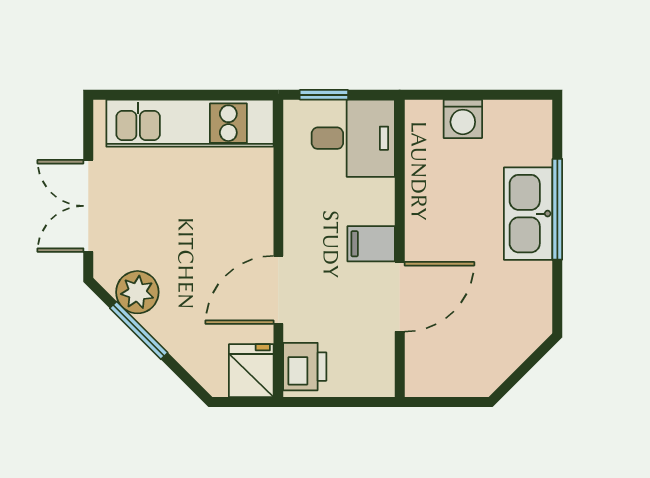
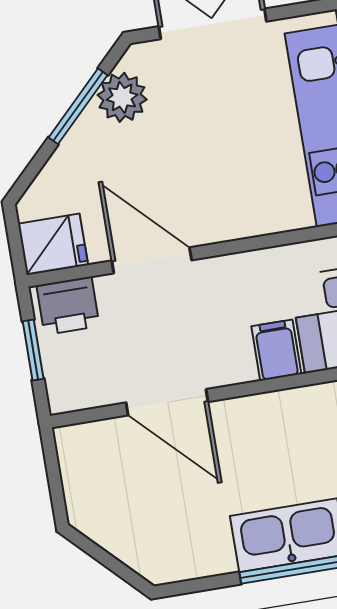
filing cabinet: (371, 244) -> (276, 350), moved
window: (337, 402) -> (33, 350), added

